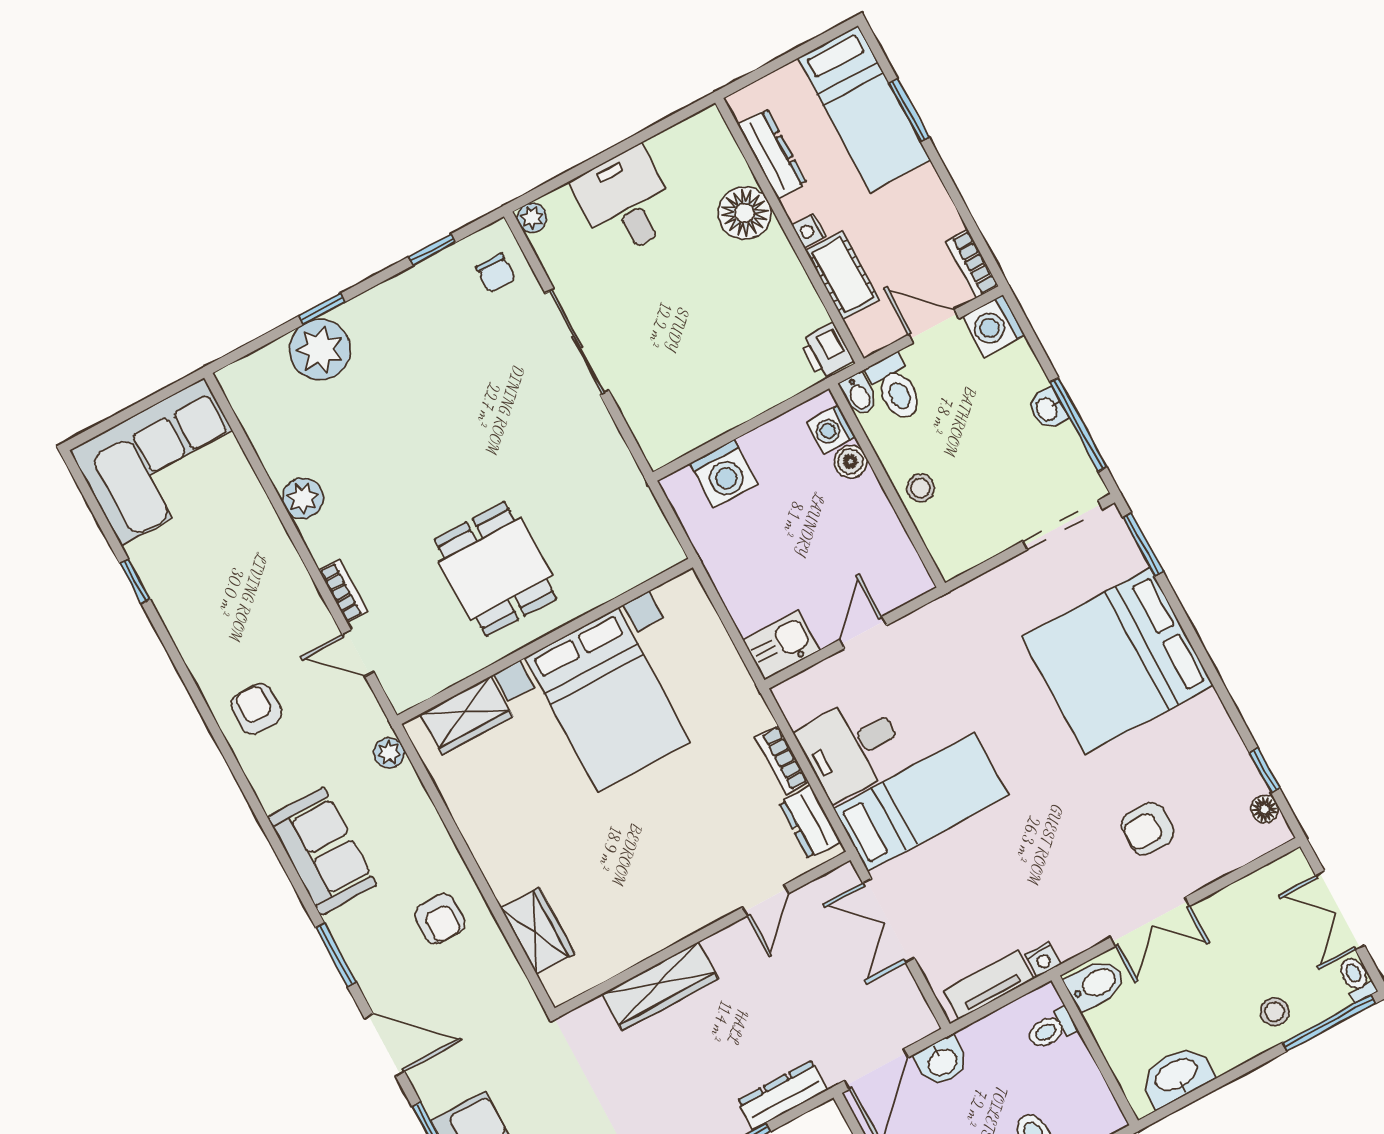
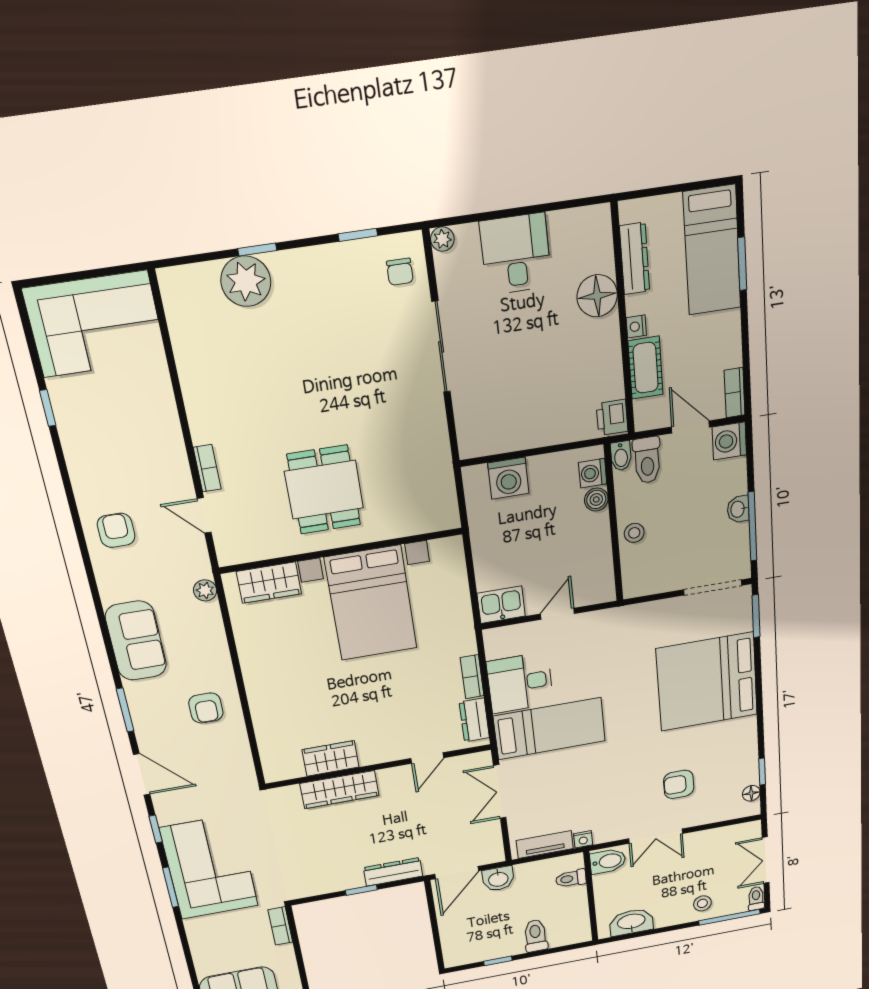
plant: (303, 498) -> (197, 390), removed
wardrobe: (538, 931) -> (331, 758), moved, turned -90

